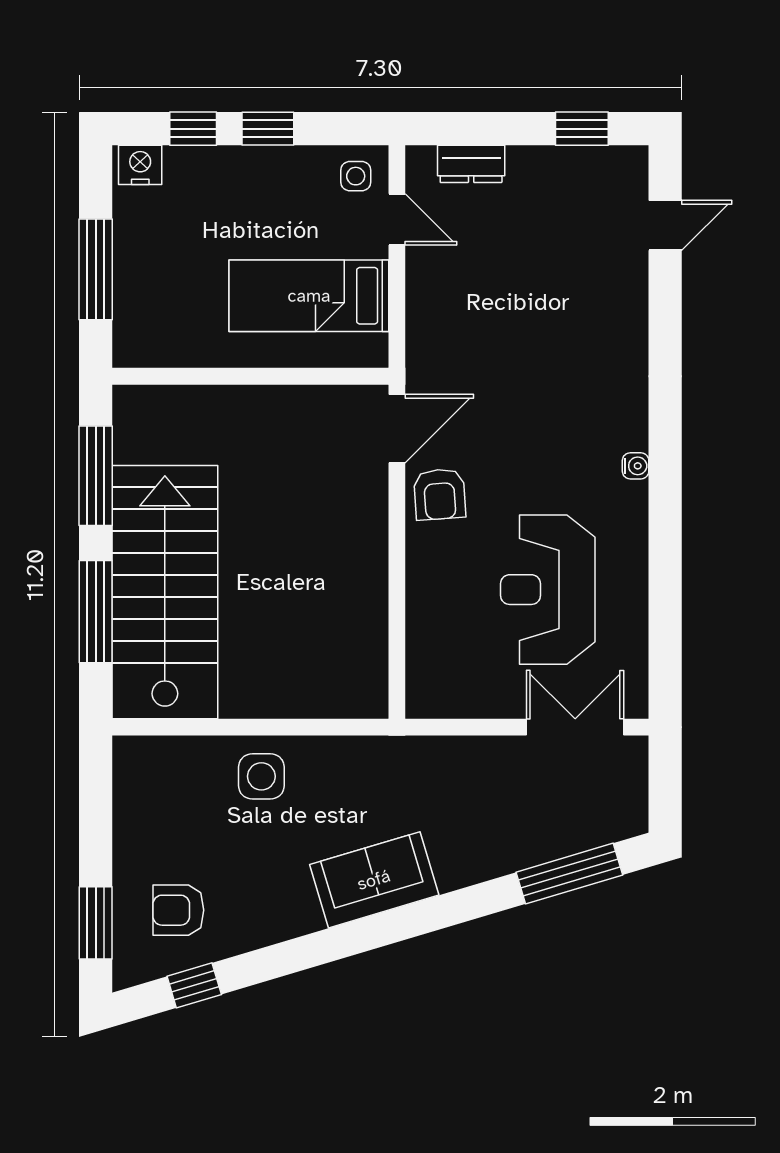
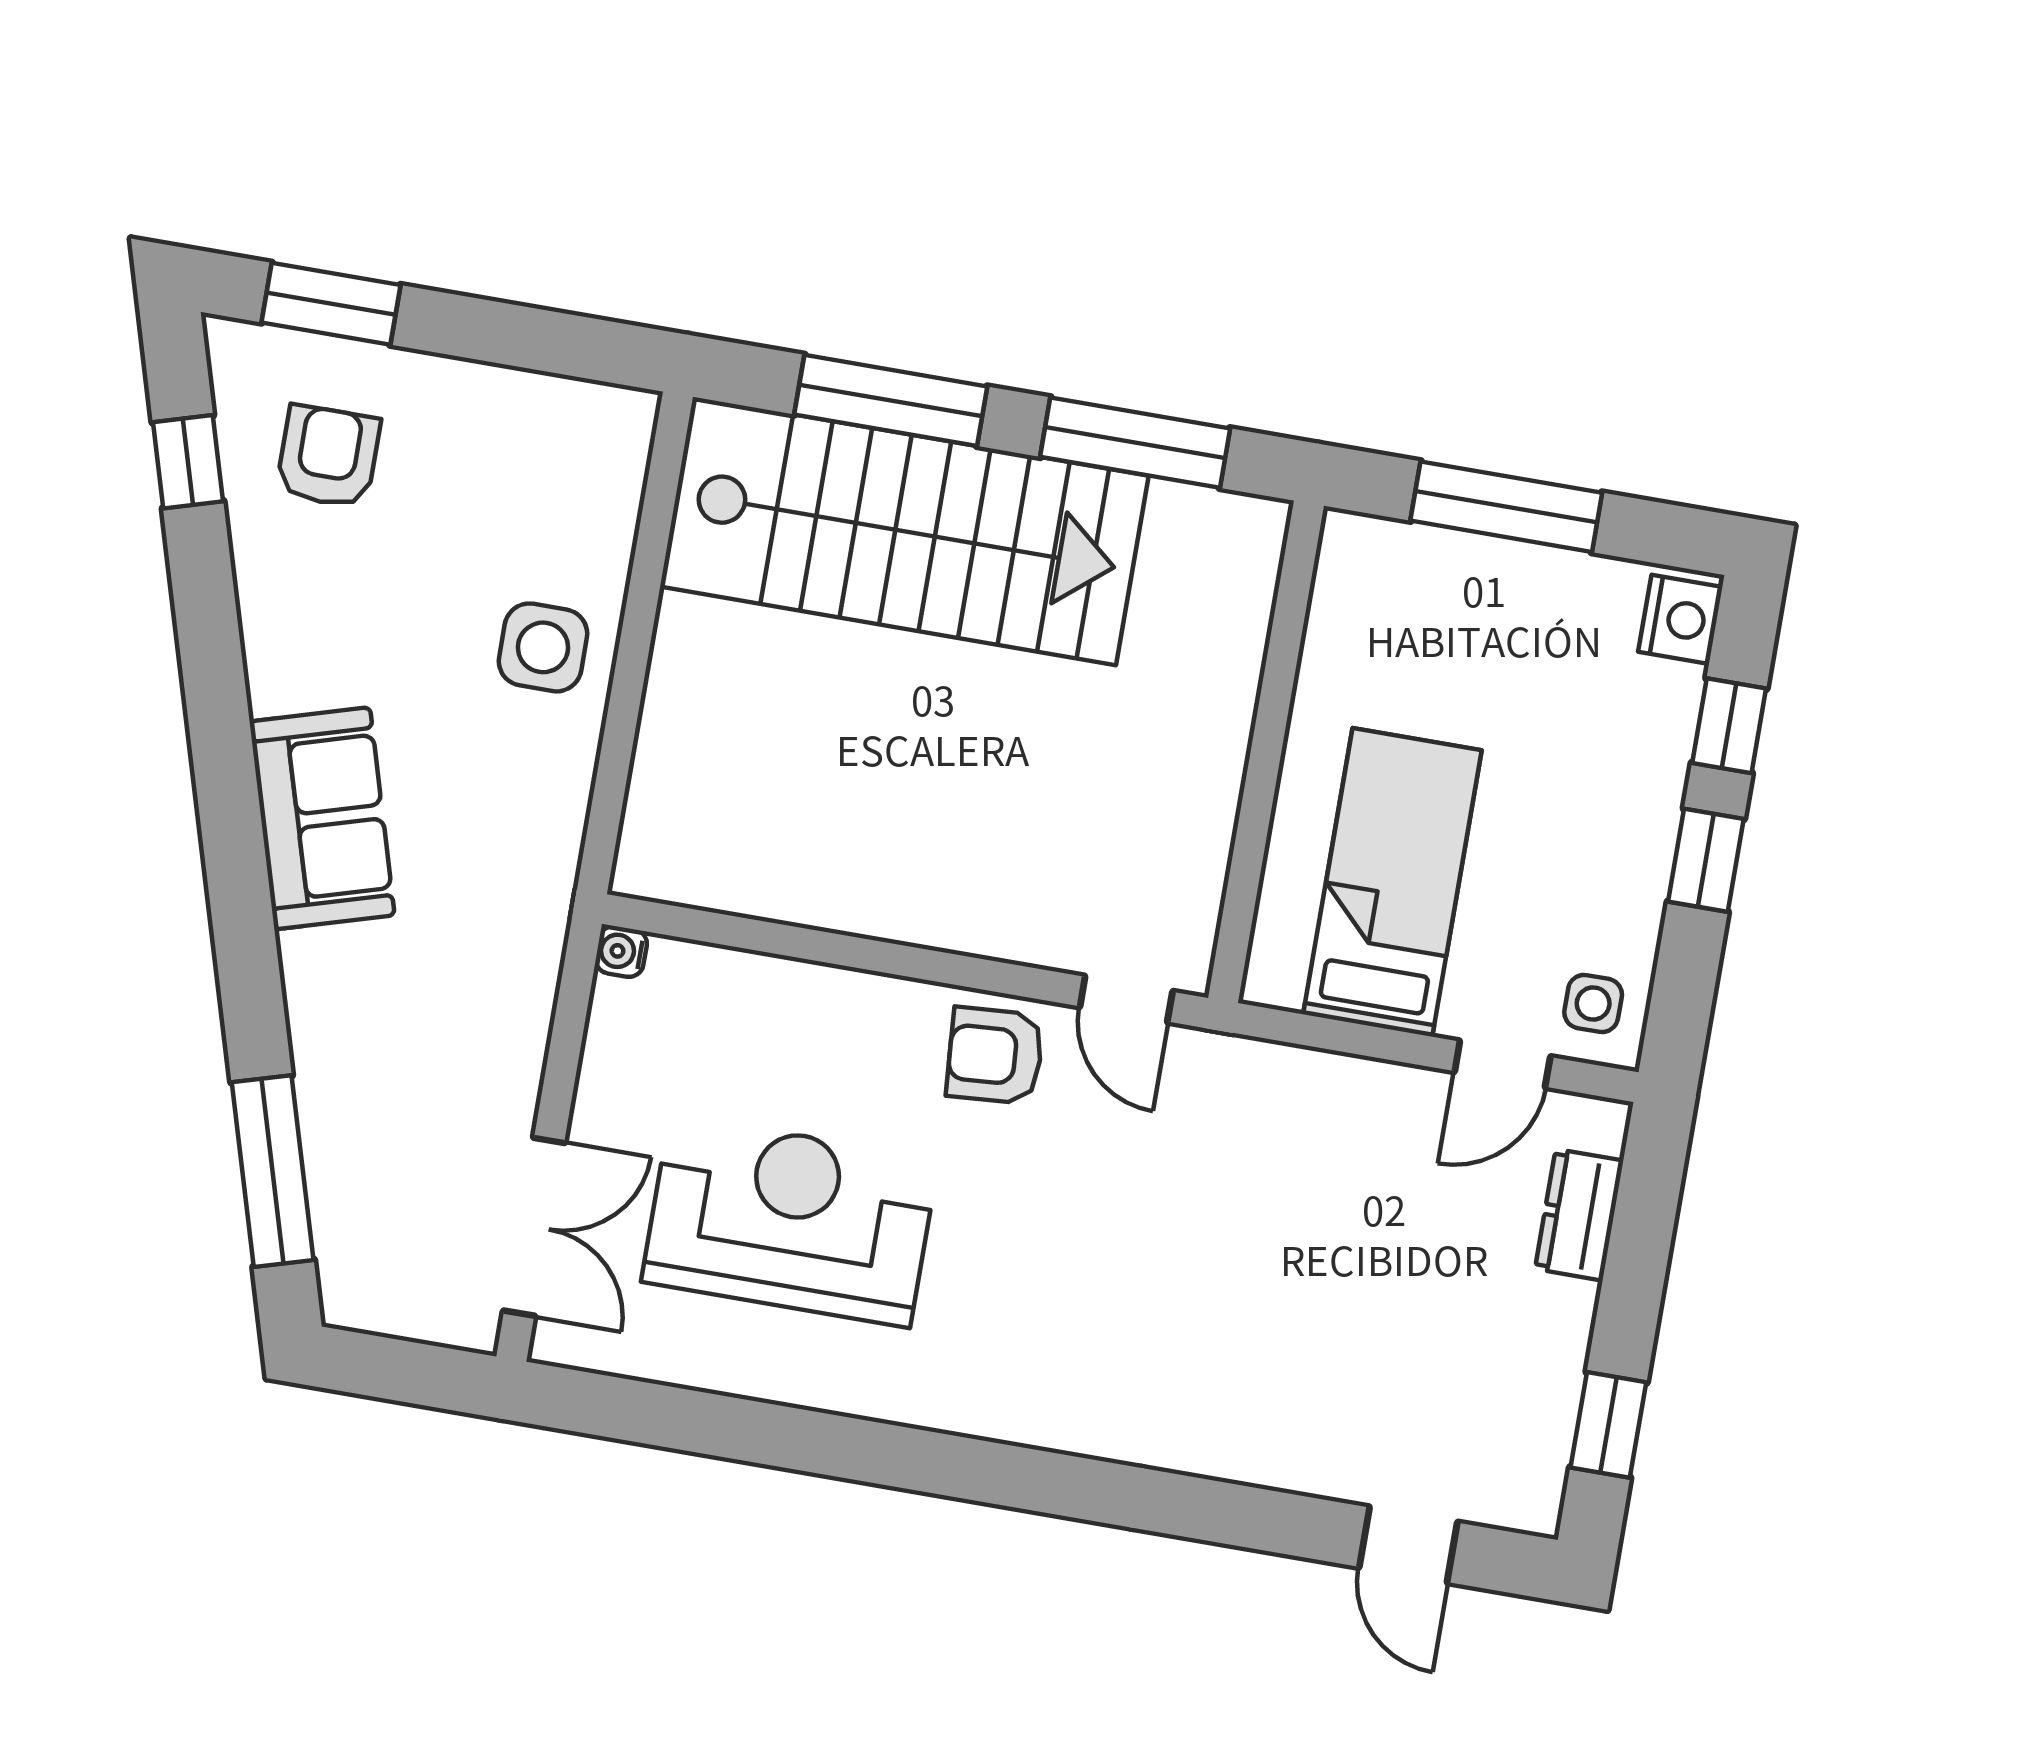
door: (397, 429) -> (1126, 999), width x0.73
water cooler: (636, 466) -> (621, 952), moved, turned 90

